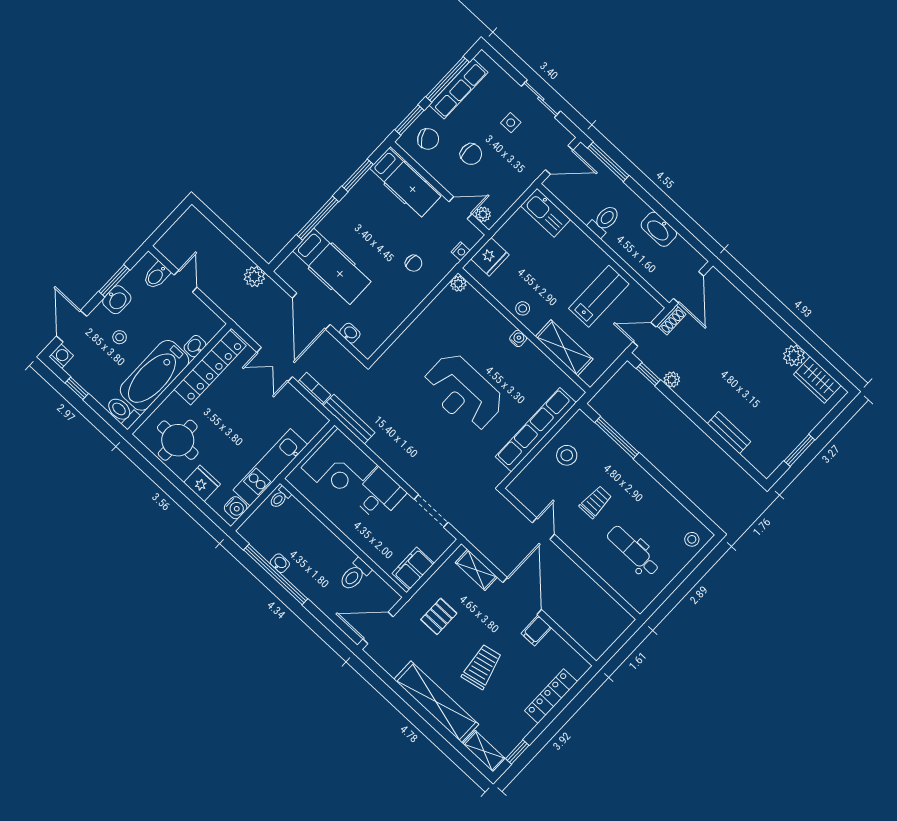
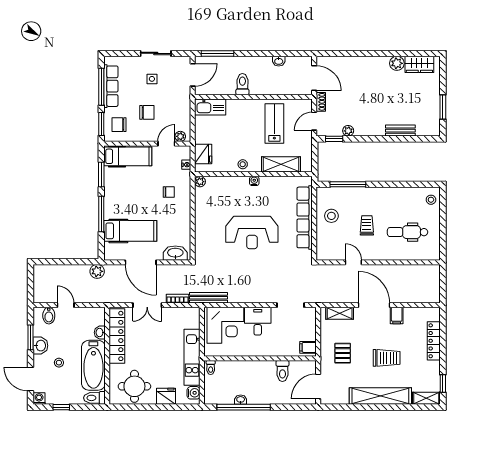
chair: (428, 139) -> (119, 125), turned -149
washbasin: (659, 229) -> (279, 61), width x0.52, depth x0.69
washbasin: (350, 333) -> (175, 253), width x1.91, depth x1.45
filing cabinet: (413, 568) -> (308, 347), width x0.50
trolley: (482, 667) -> (387, 358), turned 102

